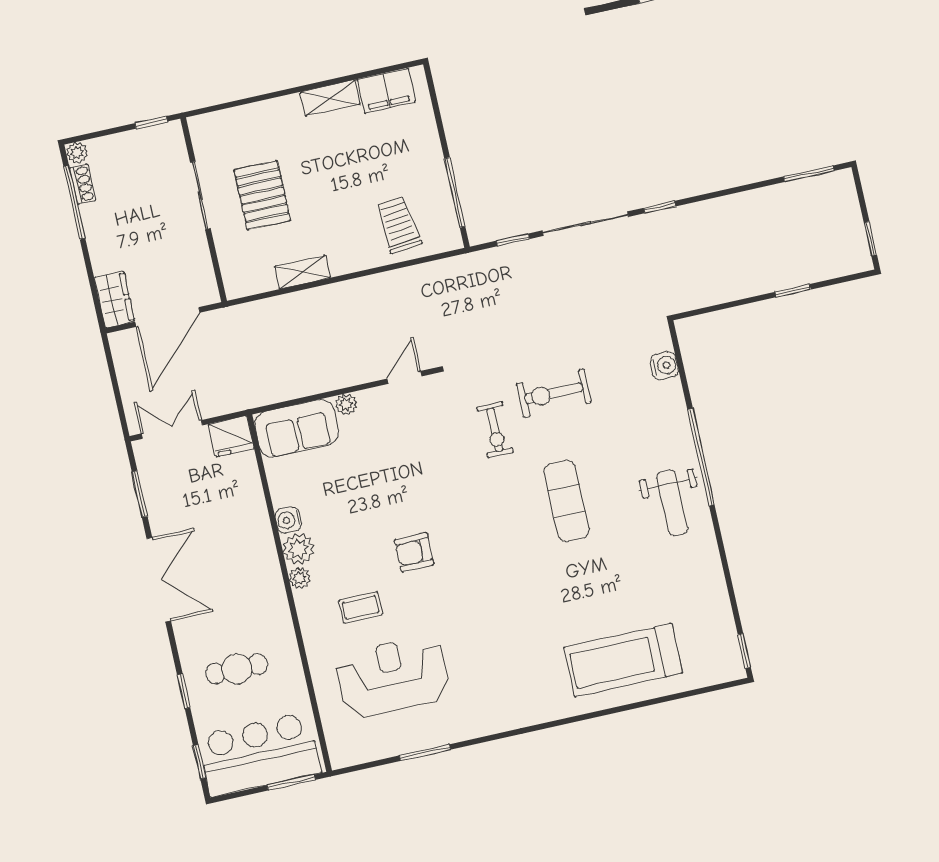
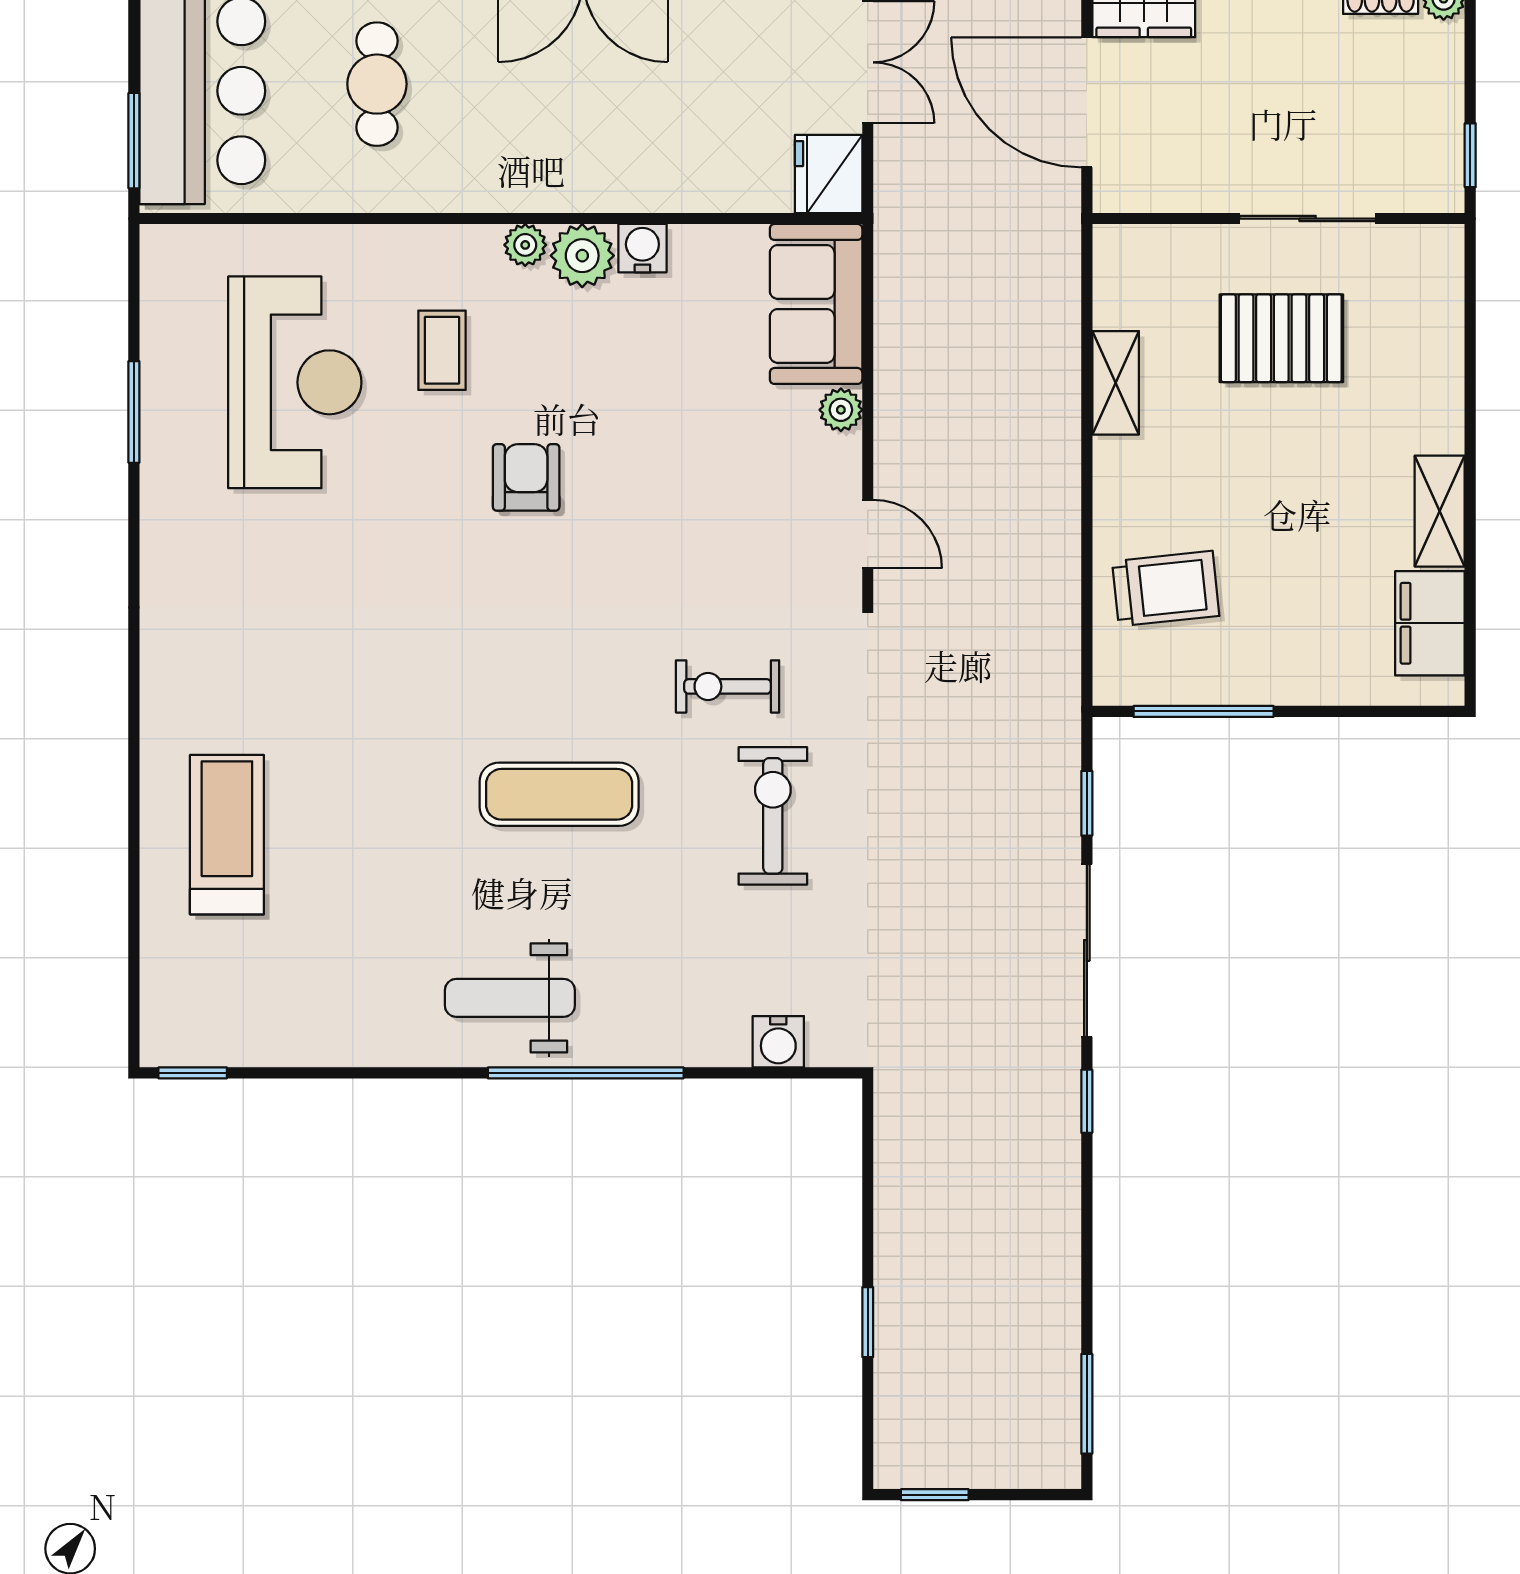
treadmill: (623, 660) -> (227, 835), width x0.73, depth x0.73

